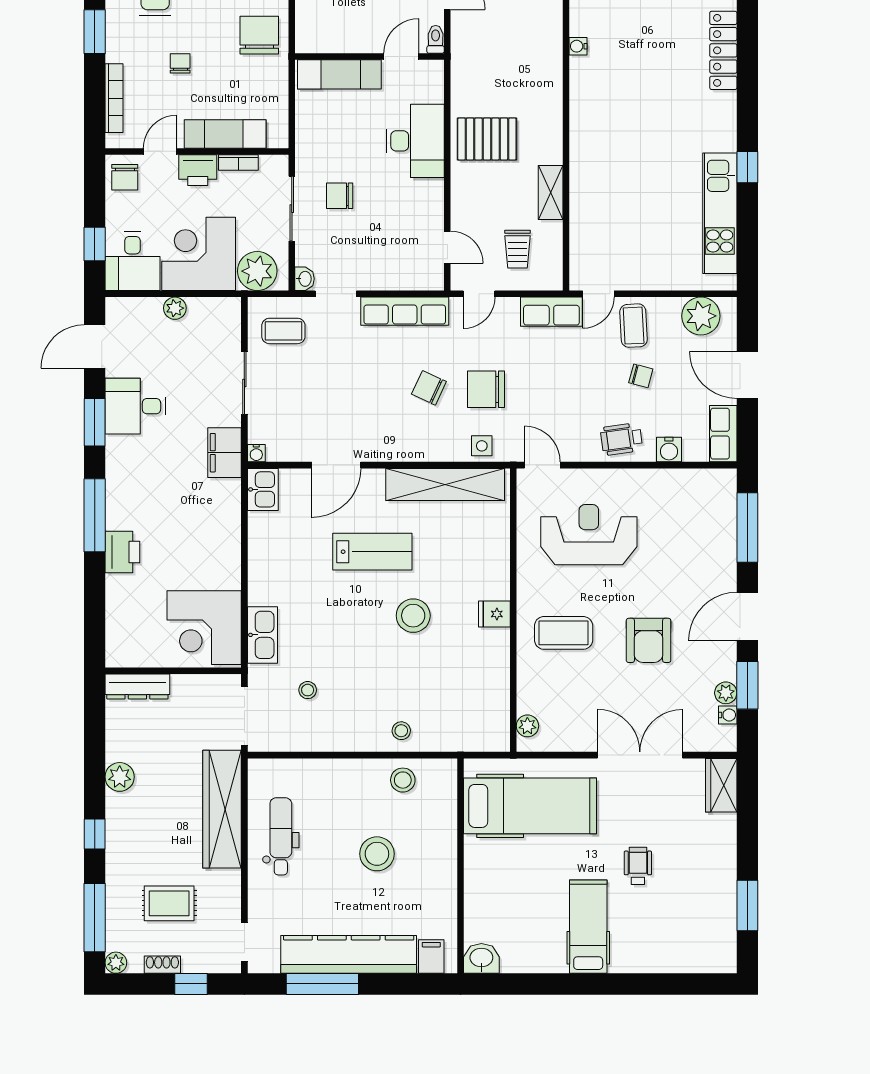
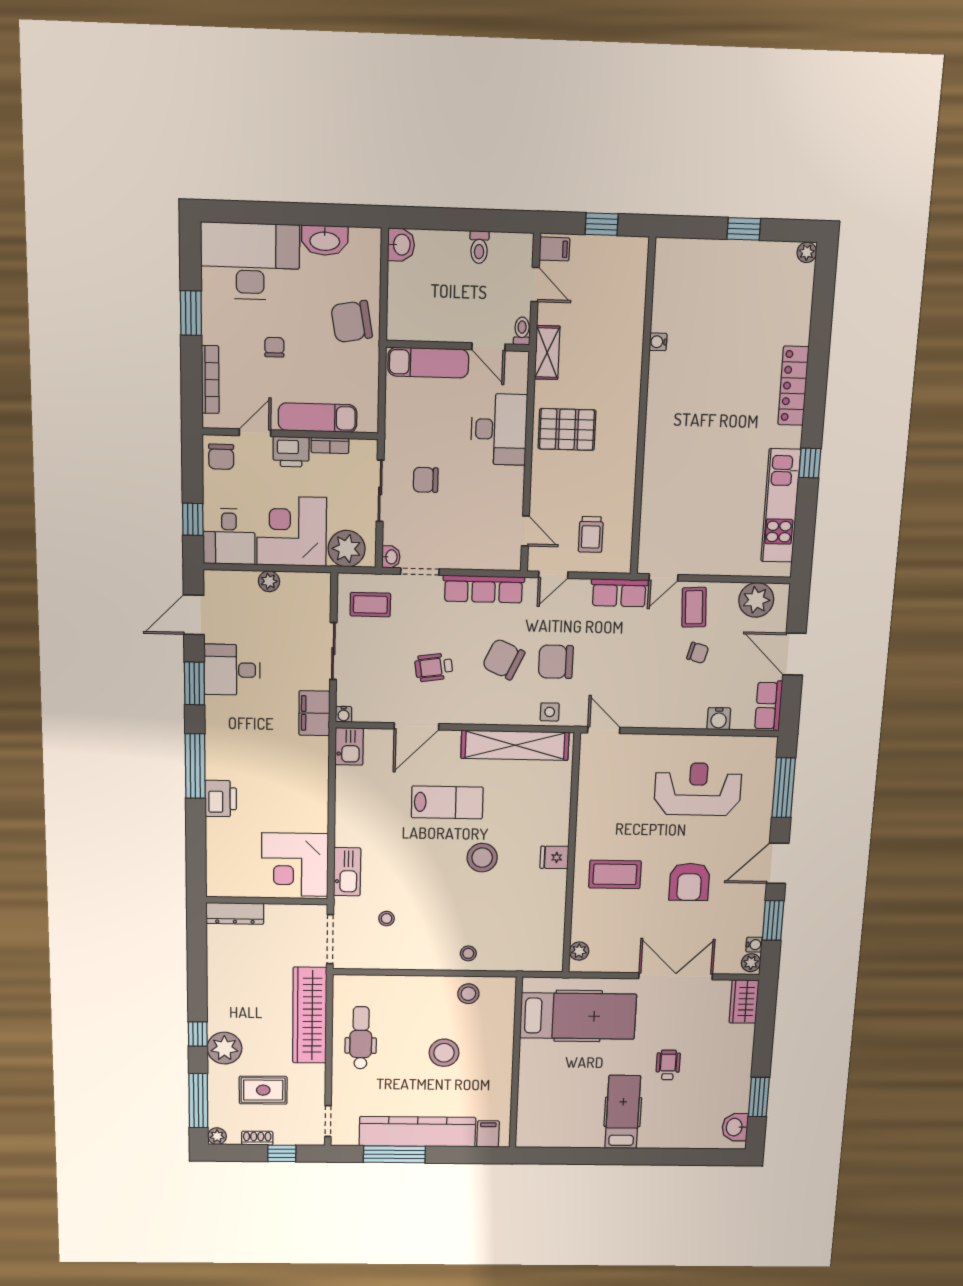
chair: (259, 35) -> (352, 322), turned -100
locker: (723, 50) -> (793, 386), moved
door: (401, 57) -> (488, 347), swing flipped
shelving: (551, 193) -> (547, 353), moved
chair: (429, 388) -> (503, 659), width x1.37, depth x1.37
wheelchair: (621, 439) -> (434, 667), moved
reception desk: (589, 535) -> (698, 789), moved
plant: (726, 693) -> (751, 963), moved
plant: (120, 777) -> (224, 1048), moved, width x1.36, depth x1.36
washbasin: (481, 958) -> (735, 1127), moved, turned -90

